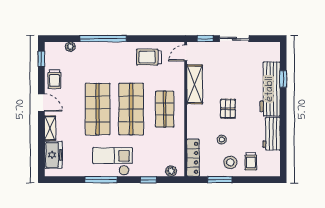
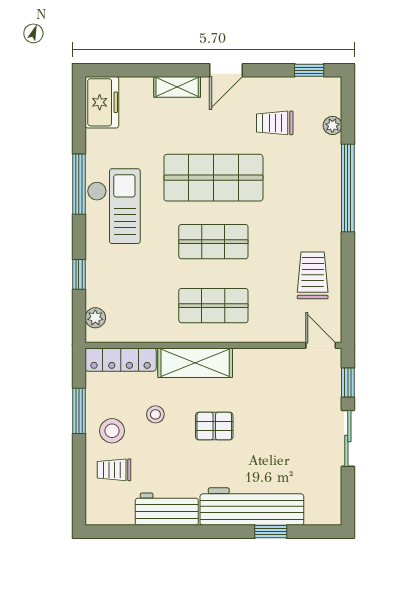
trolley: (54, 79) -> (275, 123), moved
shelving: (195, 84) -> (195, 363), moved
shop shelf: (131, 109) -> (213, 242), width x0.70, depth x0.74
freezer: (53, 155) -> (102, 102), moved, turned -90

